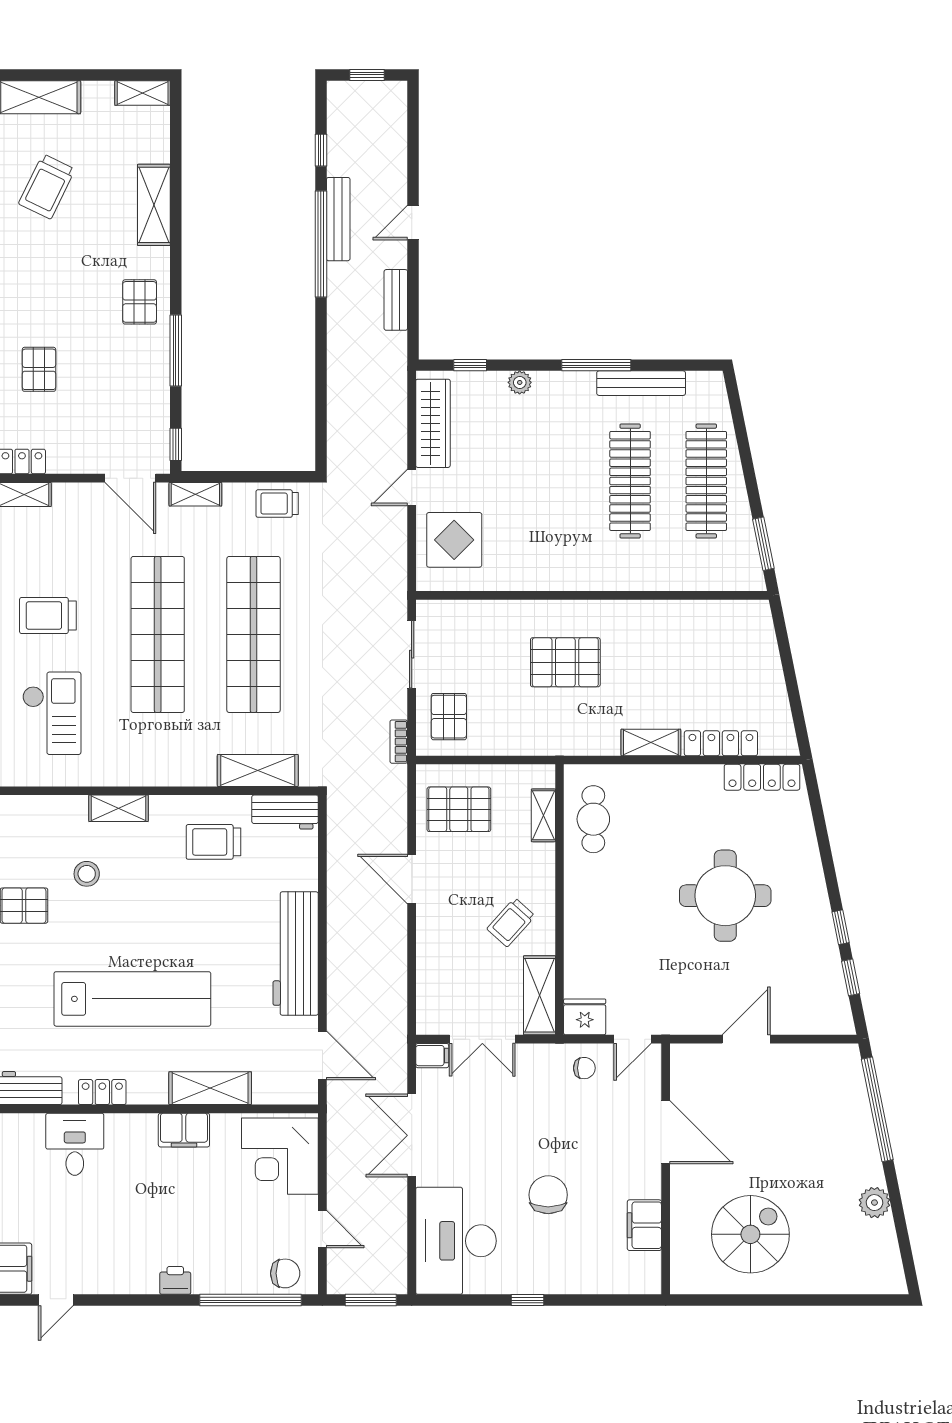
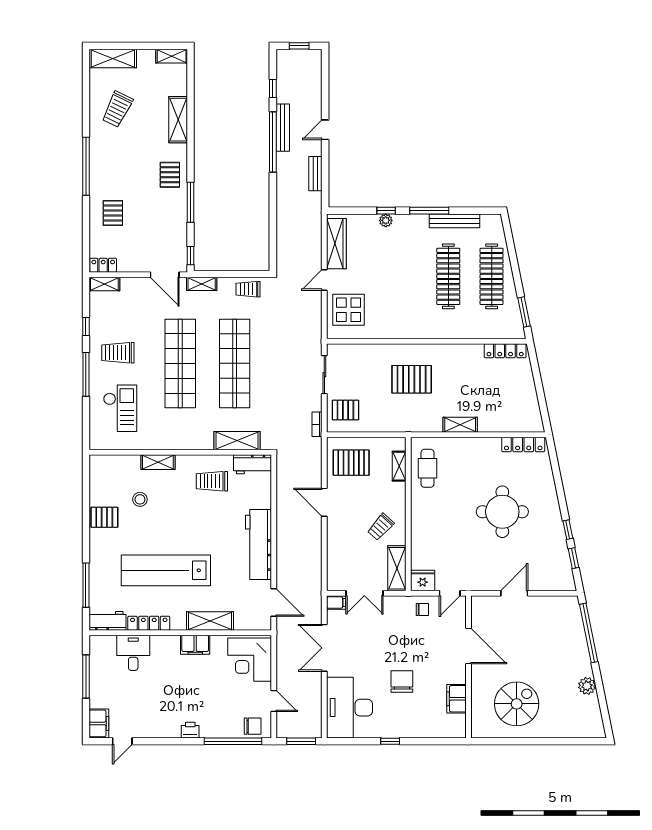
window: (470, 365) -> (386, 211), moved
pallet: (449, 717) -> (345, 410), turned 90
locker: (721, 743) -> (505, 351), moved, turned 180
lab bench: (132, 999) -> (166, 570), turned 180
locker: (102, 1092) -> (149, 623), width x1.53

